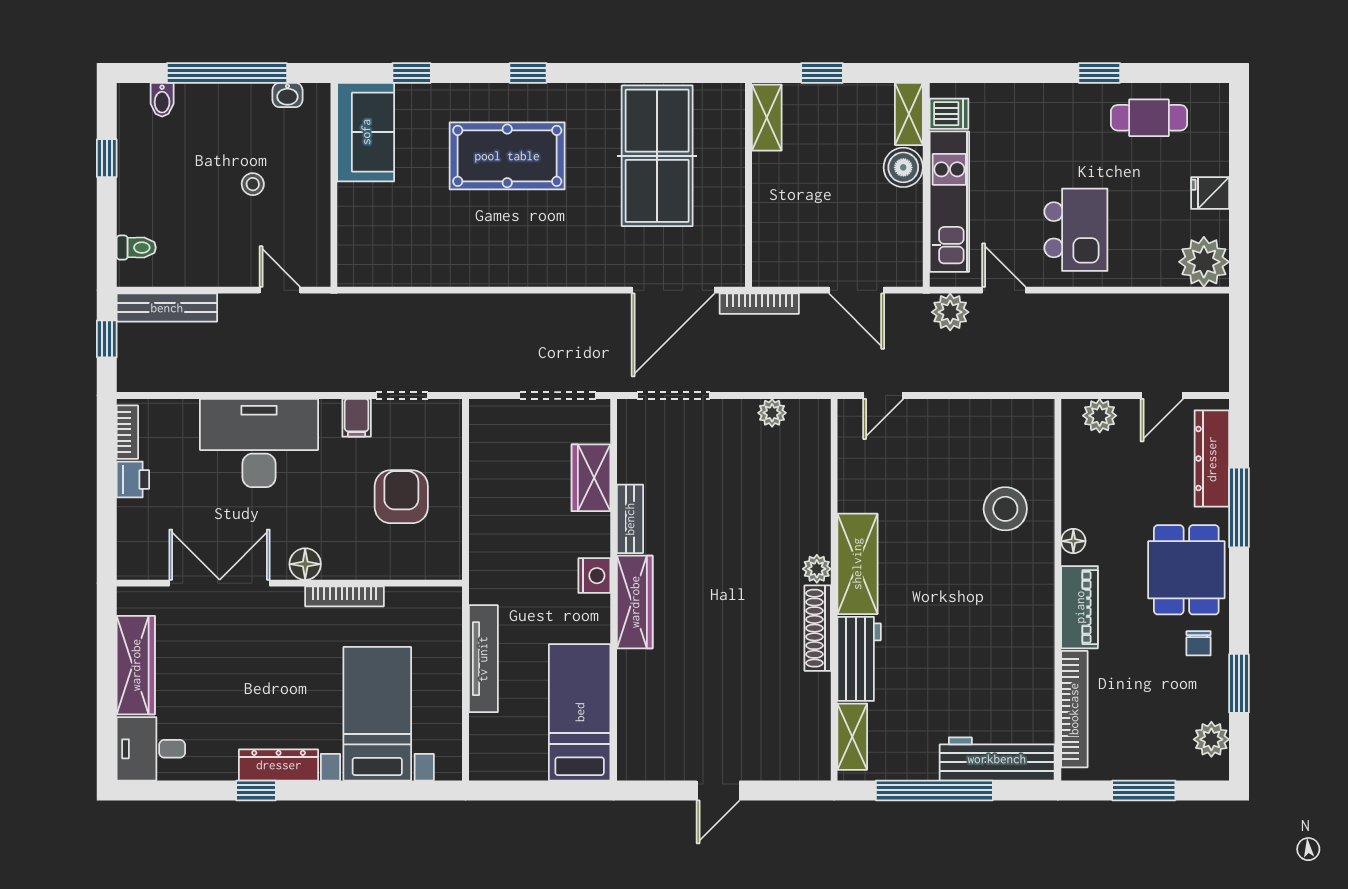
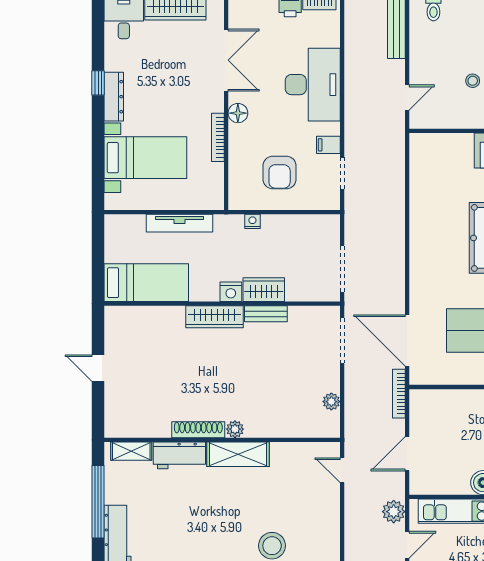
wardrobe: (591, 478) -> (264, 290), moved
armchair: (401, 497) -> (280, 173), turned 90
nightstand: (480, 541) -> (252, 221), added

